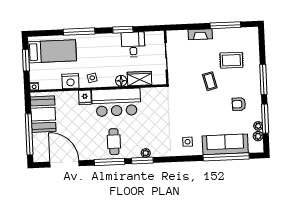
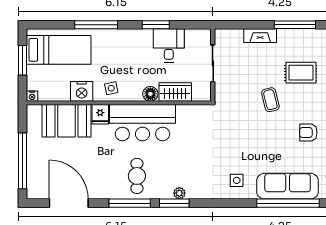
booth: (43, 114) -> (66, 121), moved, turned 90

